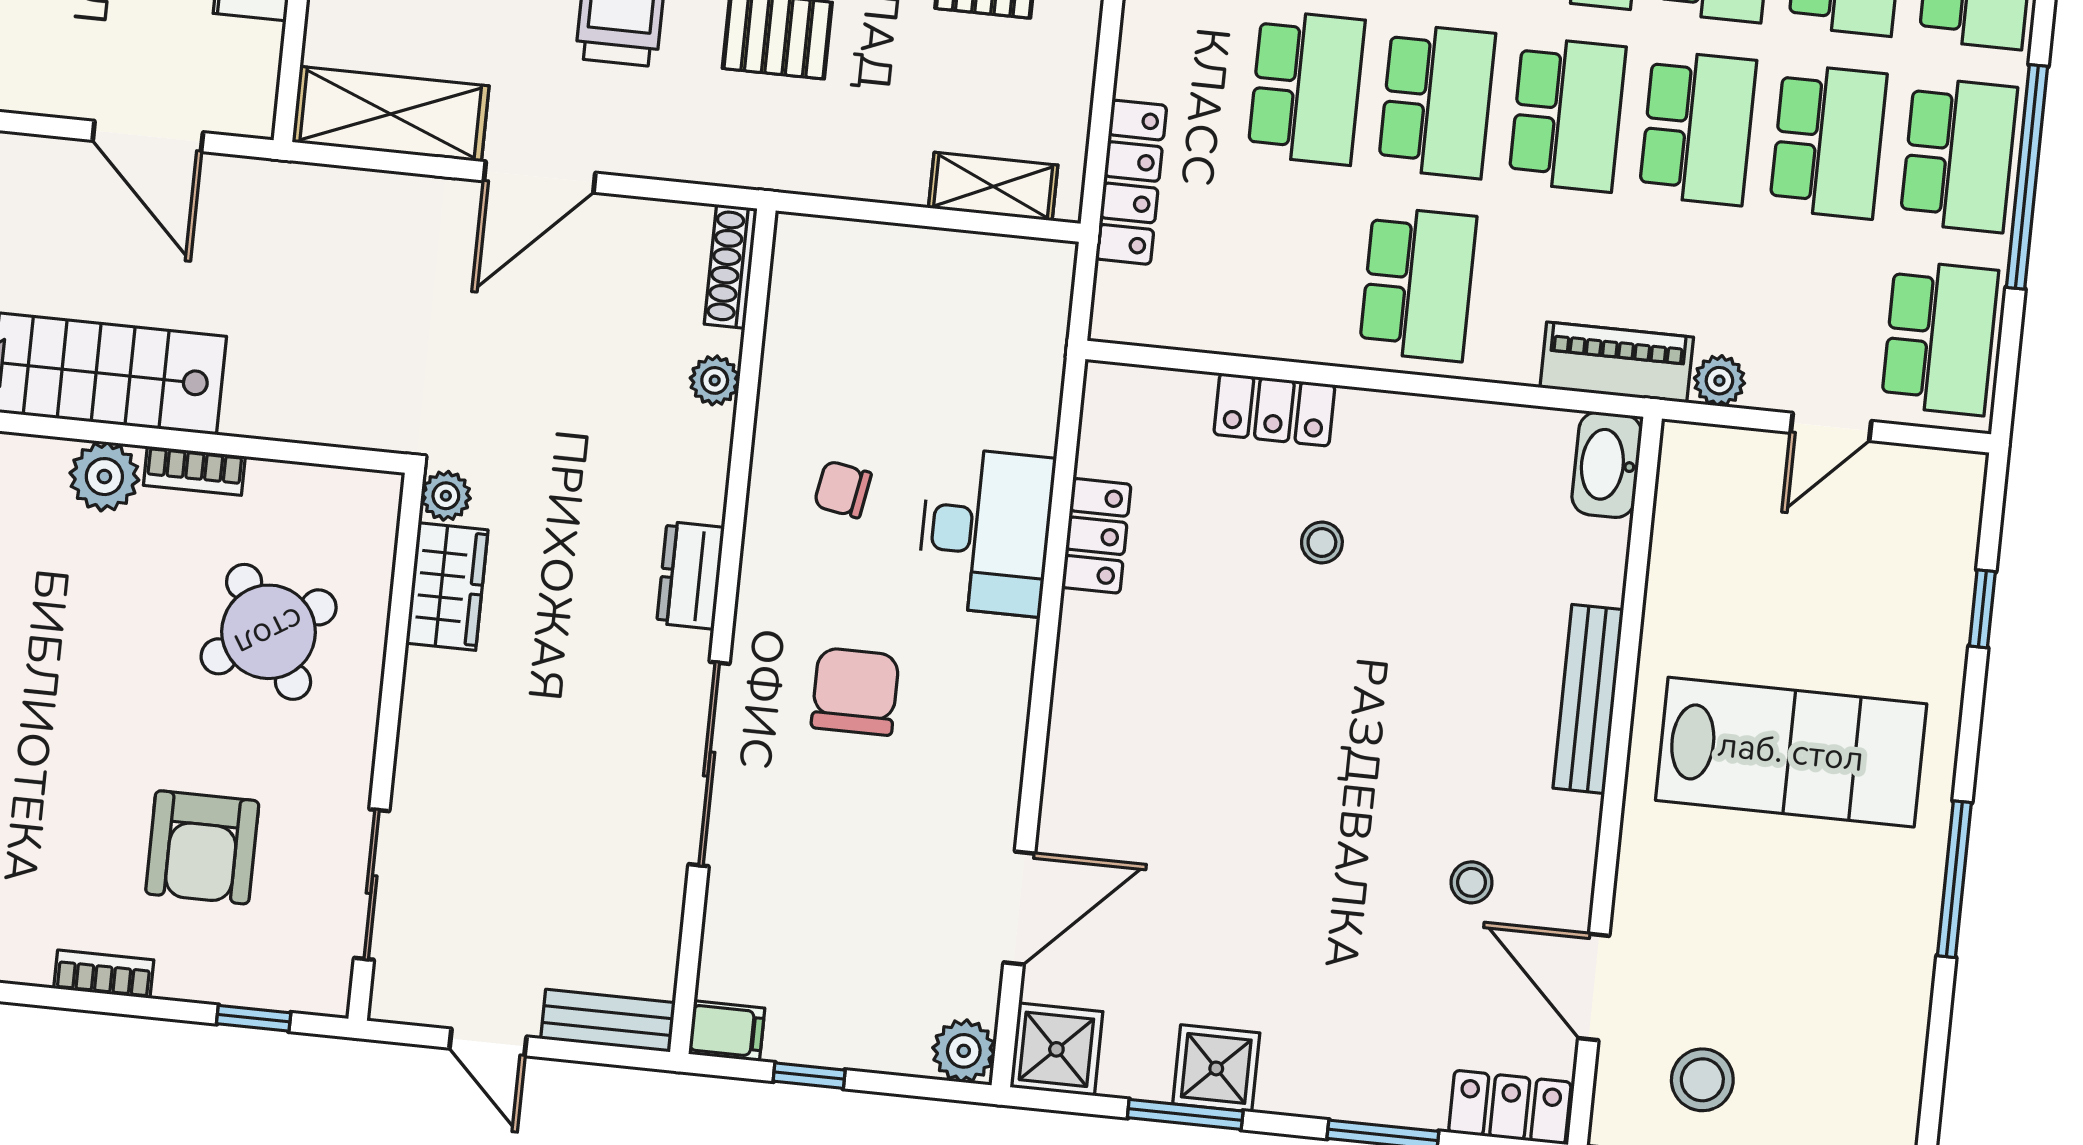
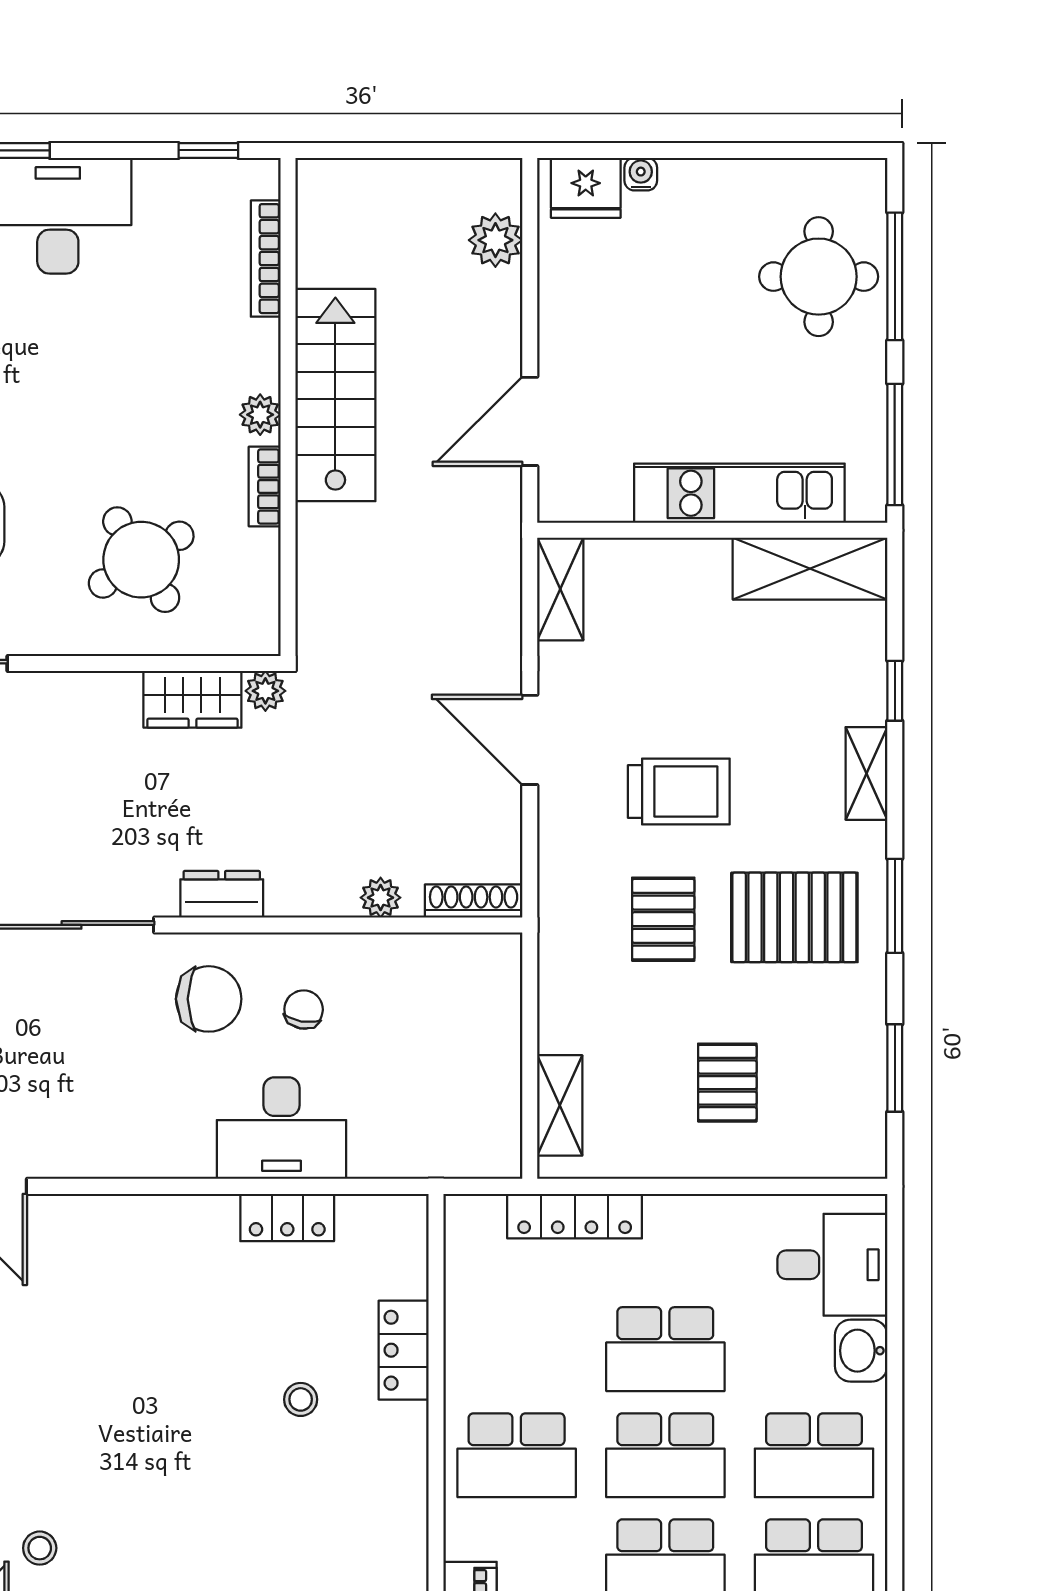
shelving: (391, 114) -> (560, 589), width x0.67, depth x0.75
plant: (104, 477) -> (260, 415), width x0.73, depth x0.73
chair: (855, 691) -> (209, 999), moved

